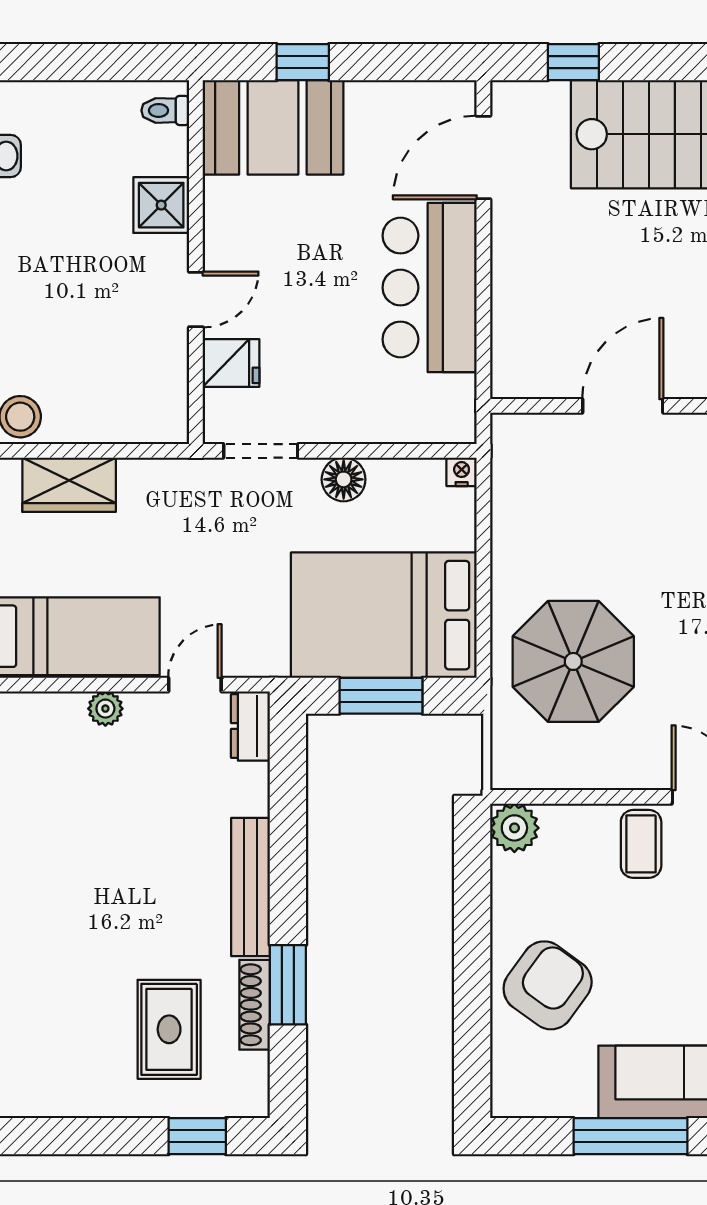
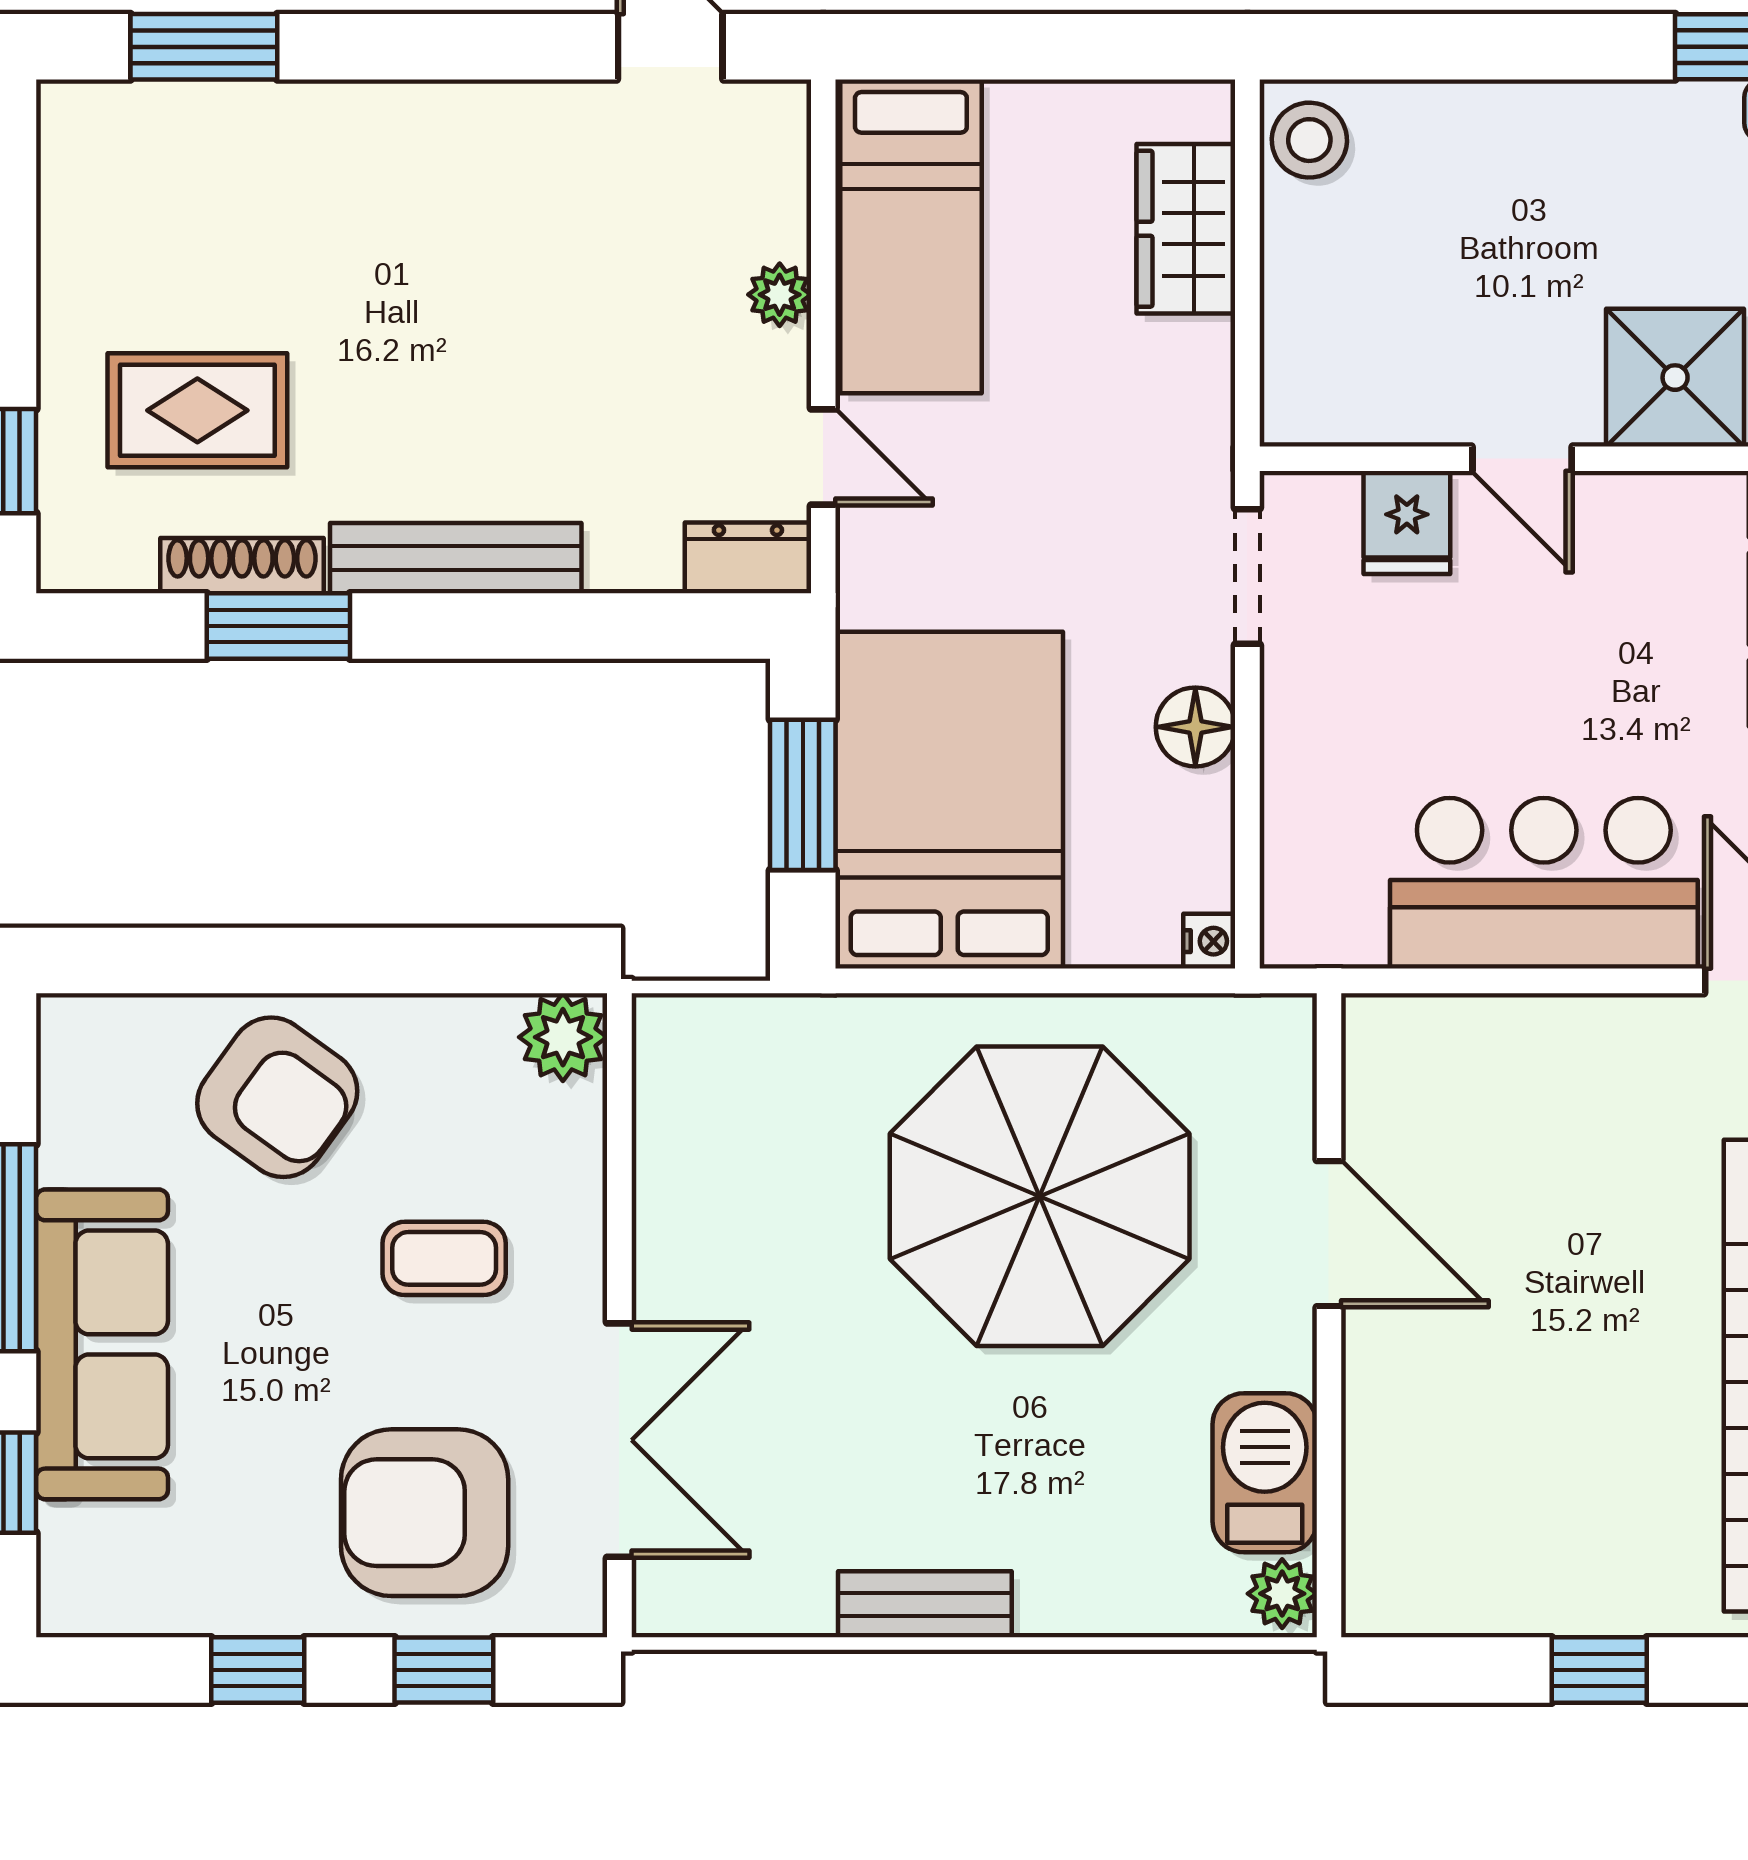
shower: (161, 205) -> (1675, 378), width x1.36, depth x1.36
parasol: (573, 661) -> (1040, 1196), moved, width x1.36, depth x1.36
coffee table: (641, 844) -> (444, 1258), moved

